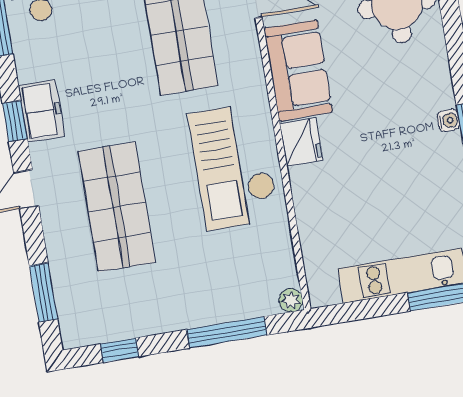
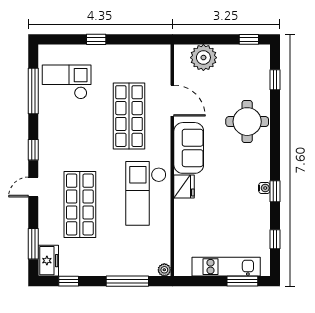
freezer: (41, 111) -> (48, 261), moved

